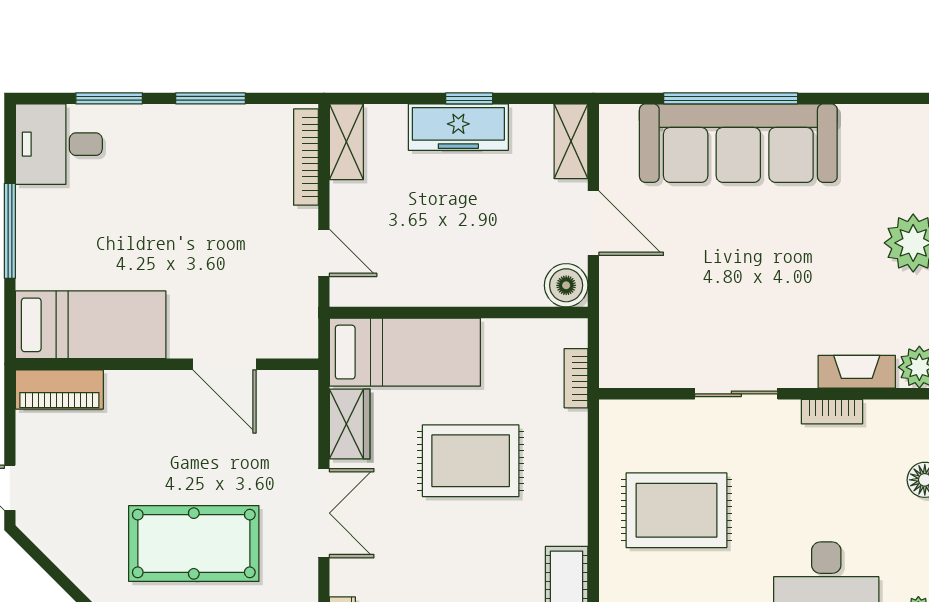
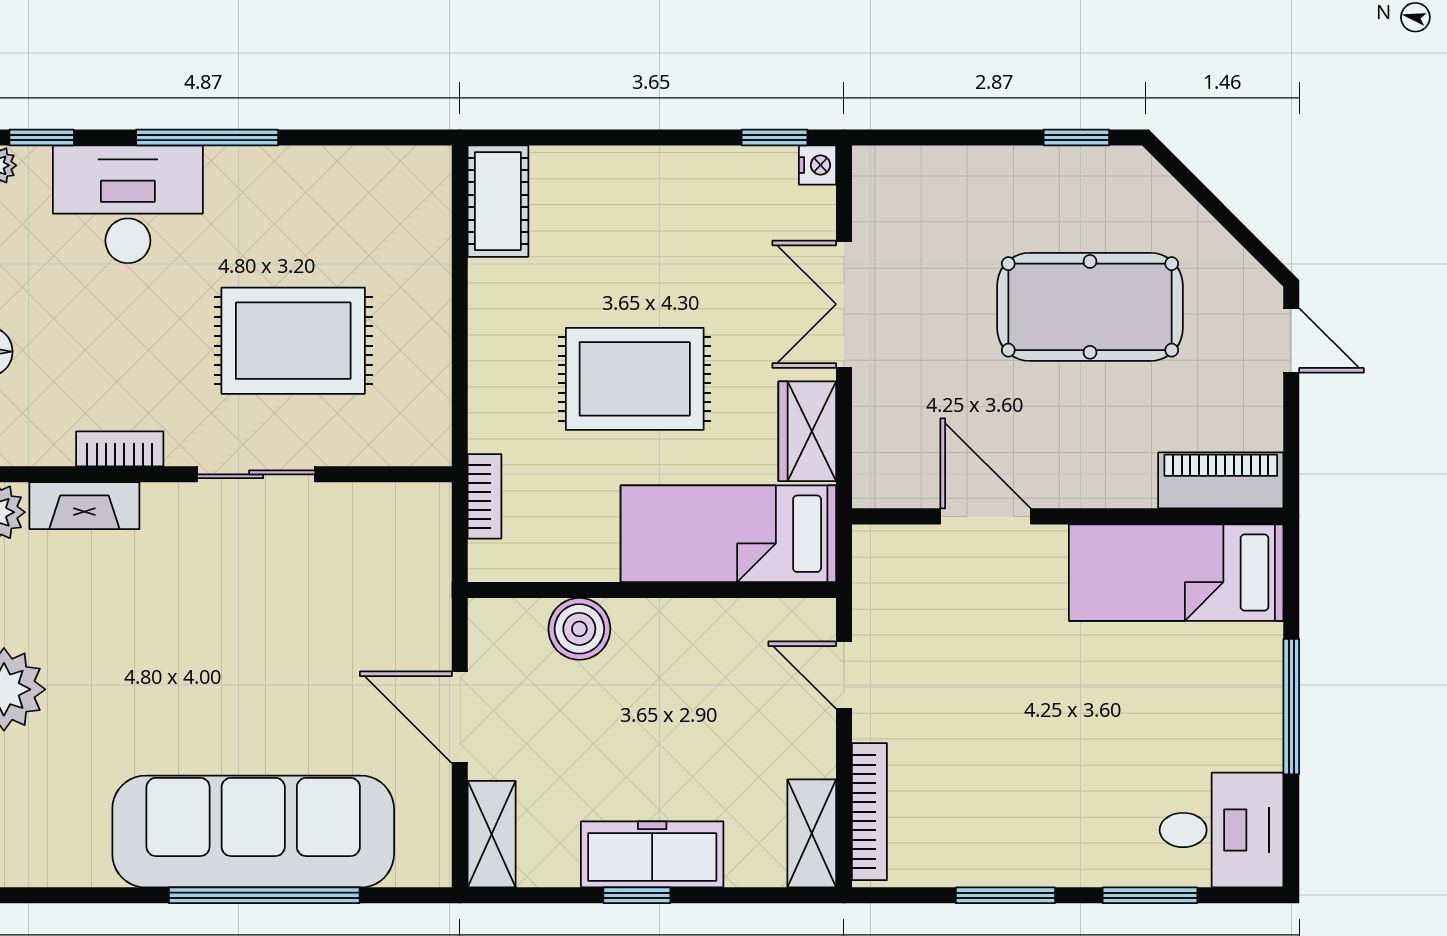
boiler: (566, 285) -> (579, 629), moved
rug: (677, 510) -> (293, 341), moved
pool table: (194, 543) -> (1090, 307), moved

